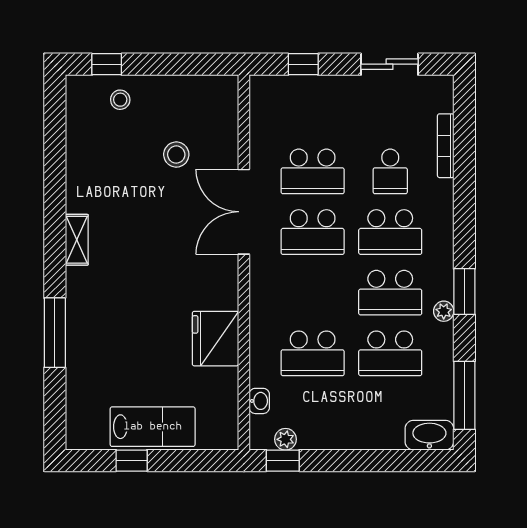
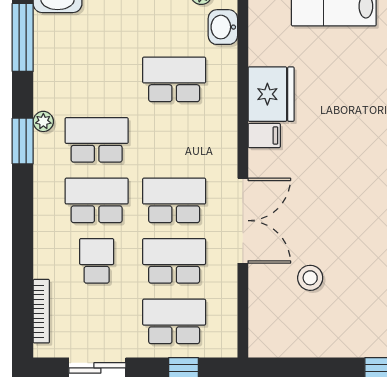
stool: (120, 100) -> (366, 333), removed
bookcase: (446, 146) -> (41, 311), moved
filing cabinet: (222, 297) -> (264, 135), added
school desk: (390, 353) -> (174, 321), moved
washbasin: (259, 401) -> (223, 27), width x1.38, depth x1.45

